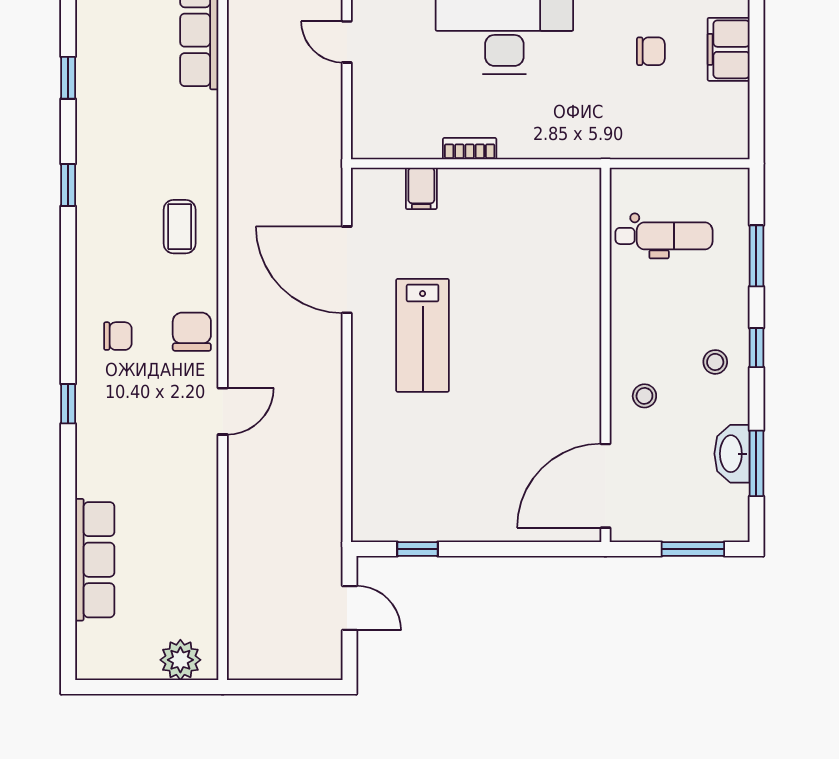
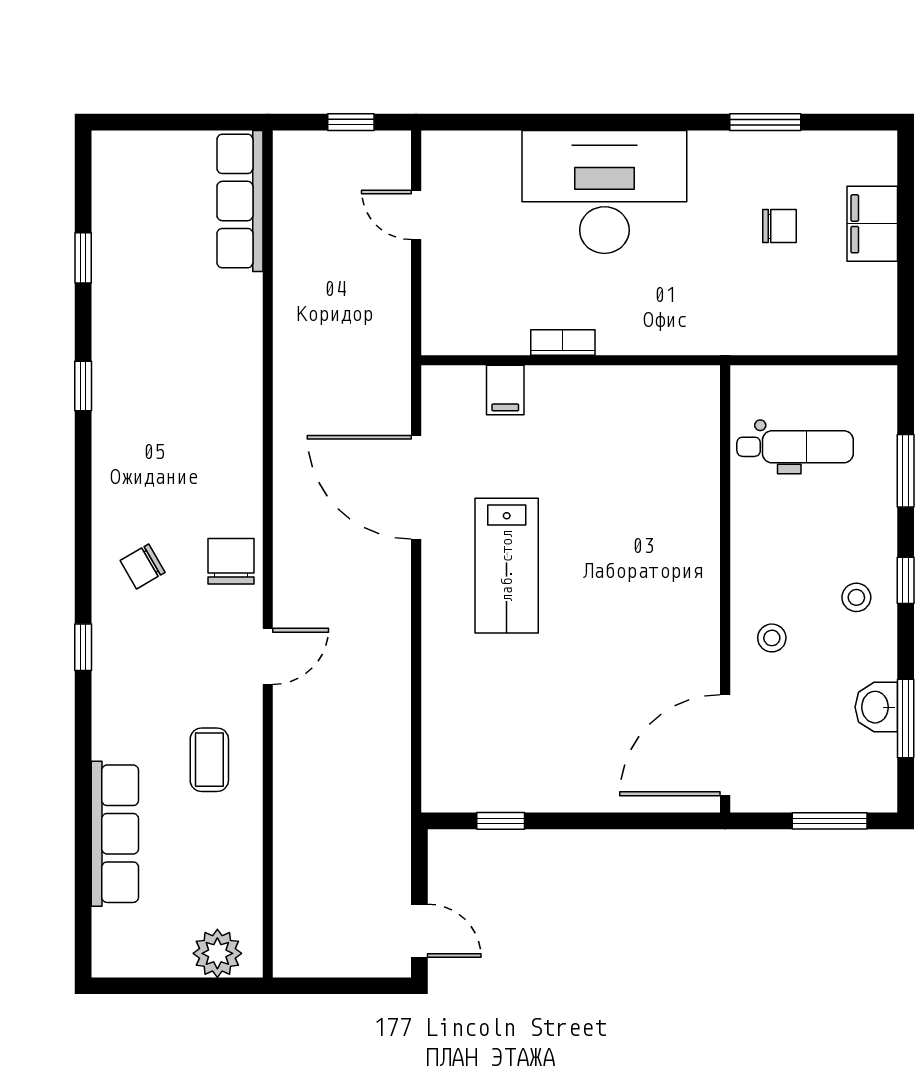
coffee table: (180, 227) -> (209, 760), moved
chair: (118, 336) -> (143, 566), turned 150
washbasin: (732, 454) -> (876, 707), width x0.72
door: (350, 608) -> (419, 931), moved

